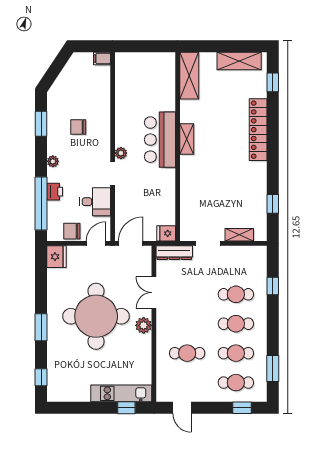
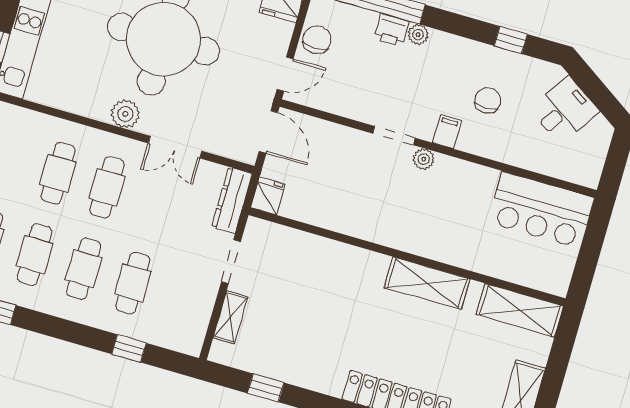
filing cabinet: (102, 59) -> (447, 132), moved
window: (41, 124) -> (511, 40), width x0.67
shelving: (187, 139) -> (427, 283), width x1.50, depth x1.33
bar counter: (160, 140) -> (541, 210), moved, turned 180
plant: (53, 161) -> (418, 35), moved
desk: (95, 202) -> (564, 110), moved, turned -146
door: (96, 243) -> (285, 74), hinge flipped
double door: (154, 293) -> (175, 147), swing flipped
cafe table: (187, 324) -> (107, 187), added

